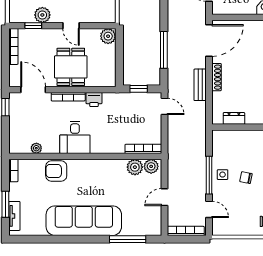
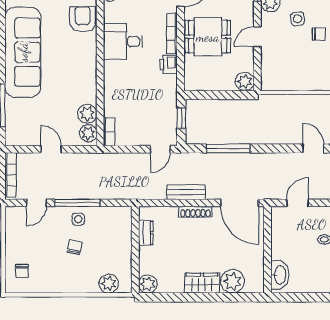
bookcase: (143, 149) -> (109, 132), width x0.64

